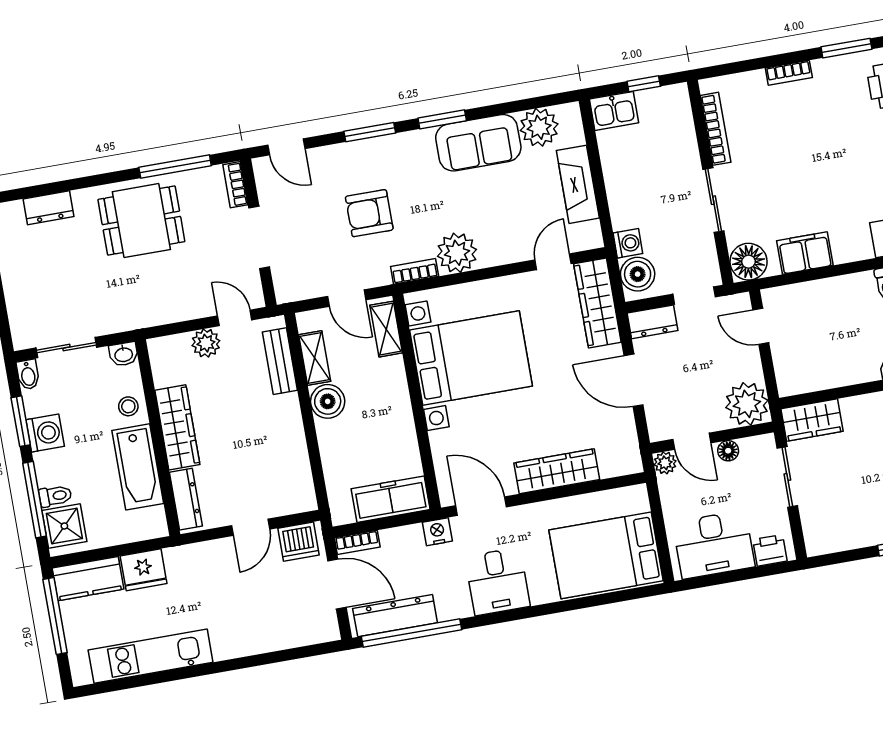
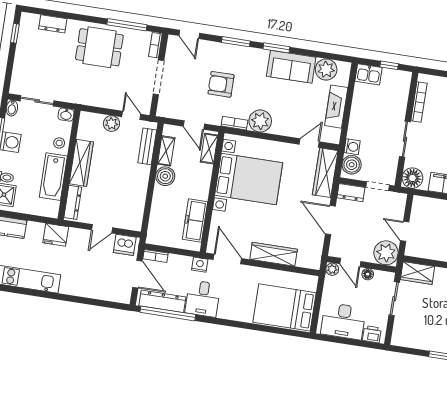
door: (761, 326) -> (405, 231), moved
freezer: (391, 499) -> (195, 220), moved, turned -90
fridge: (144, 570) -> (56, 235), moved
desk: (497, 581) -> (203, 299), moved

